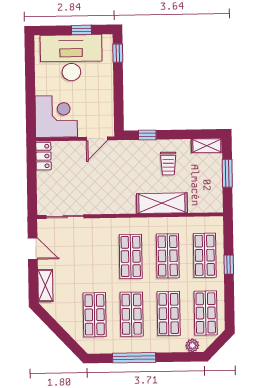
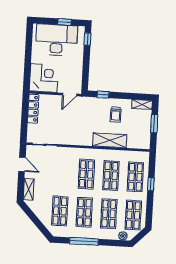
locker: (43, 156) -> (33, 109), width x1.53

